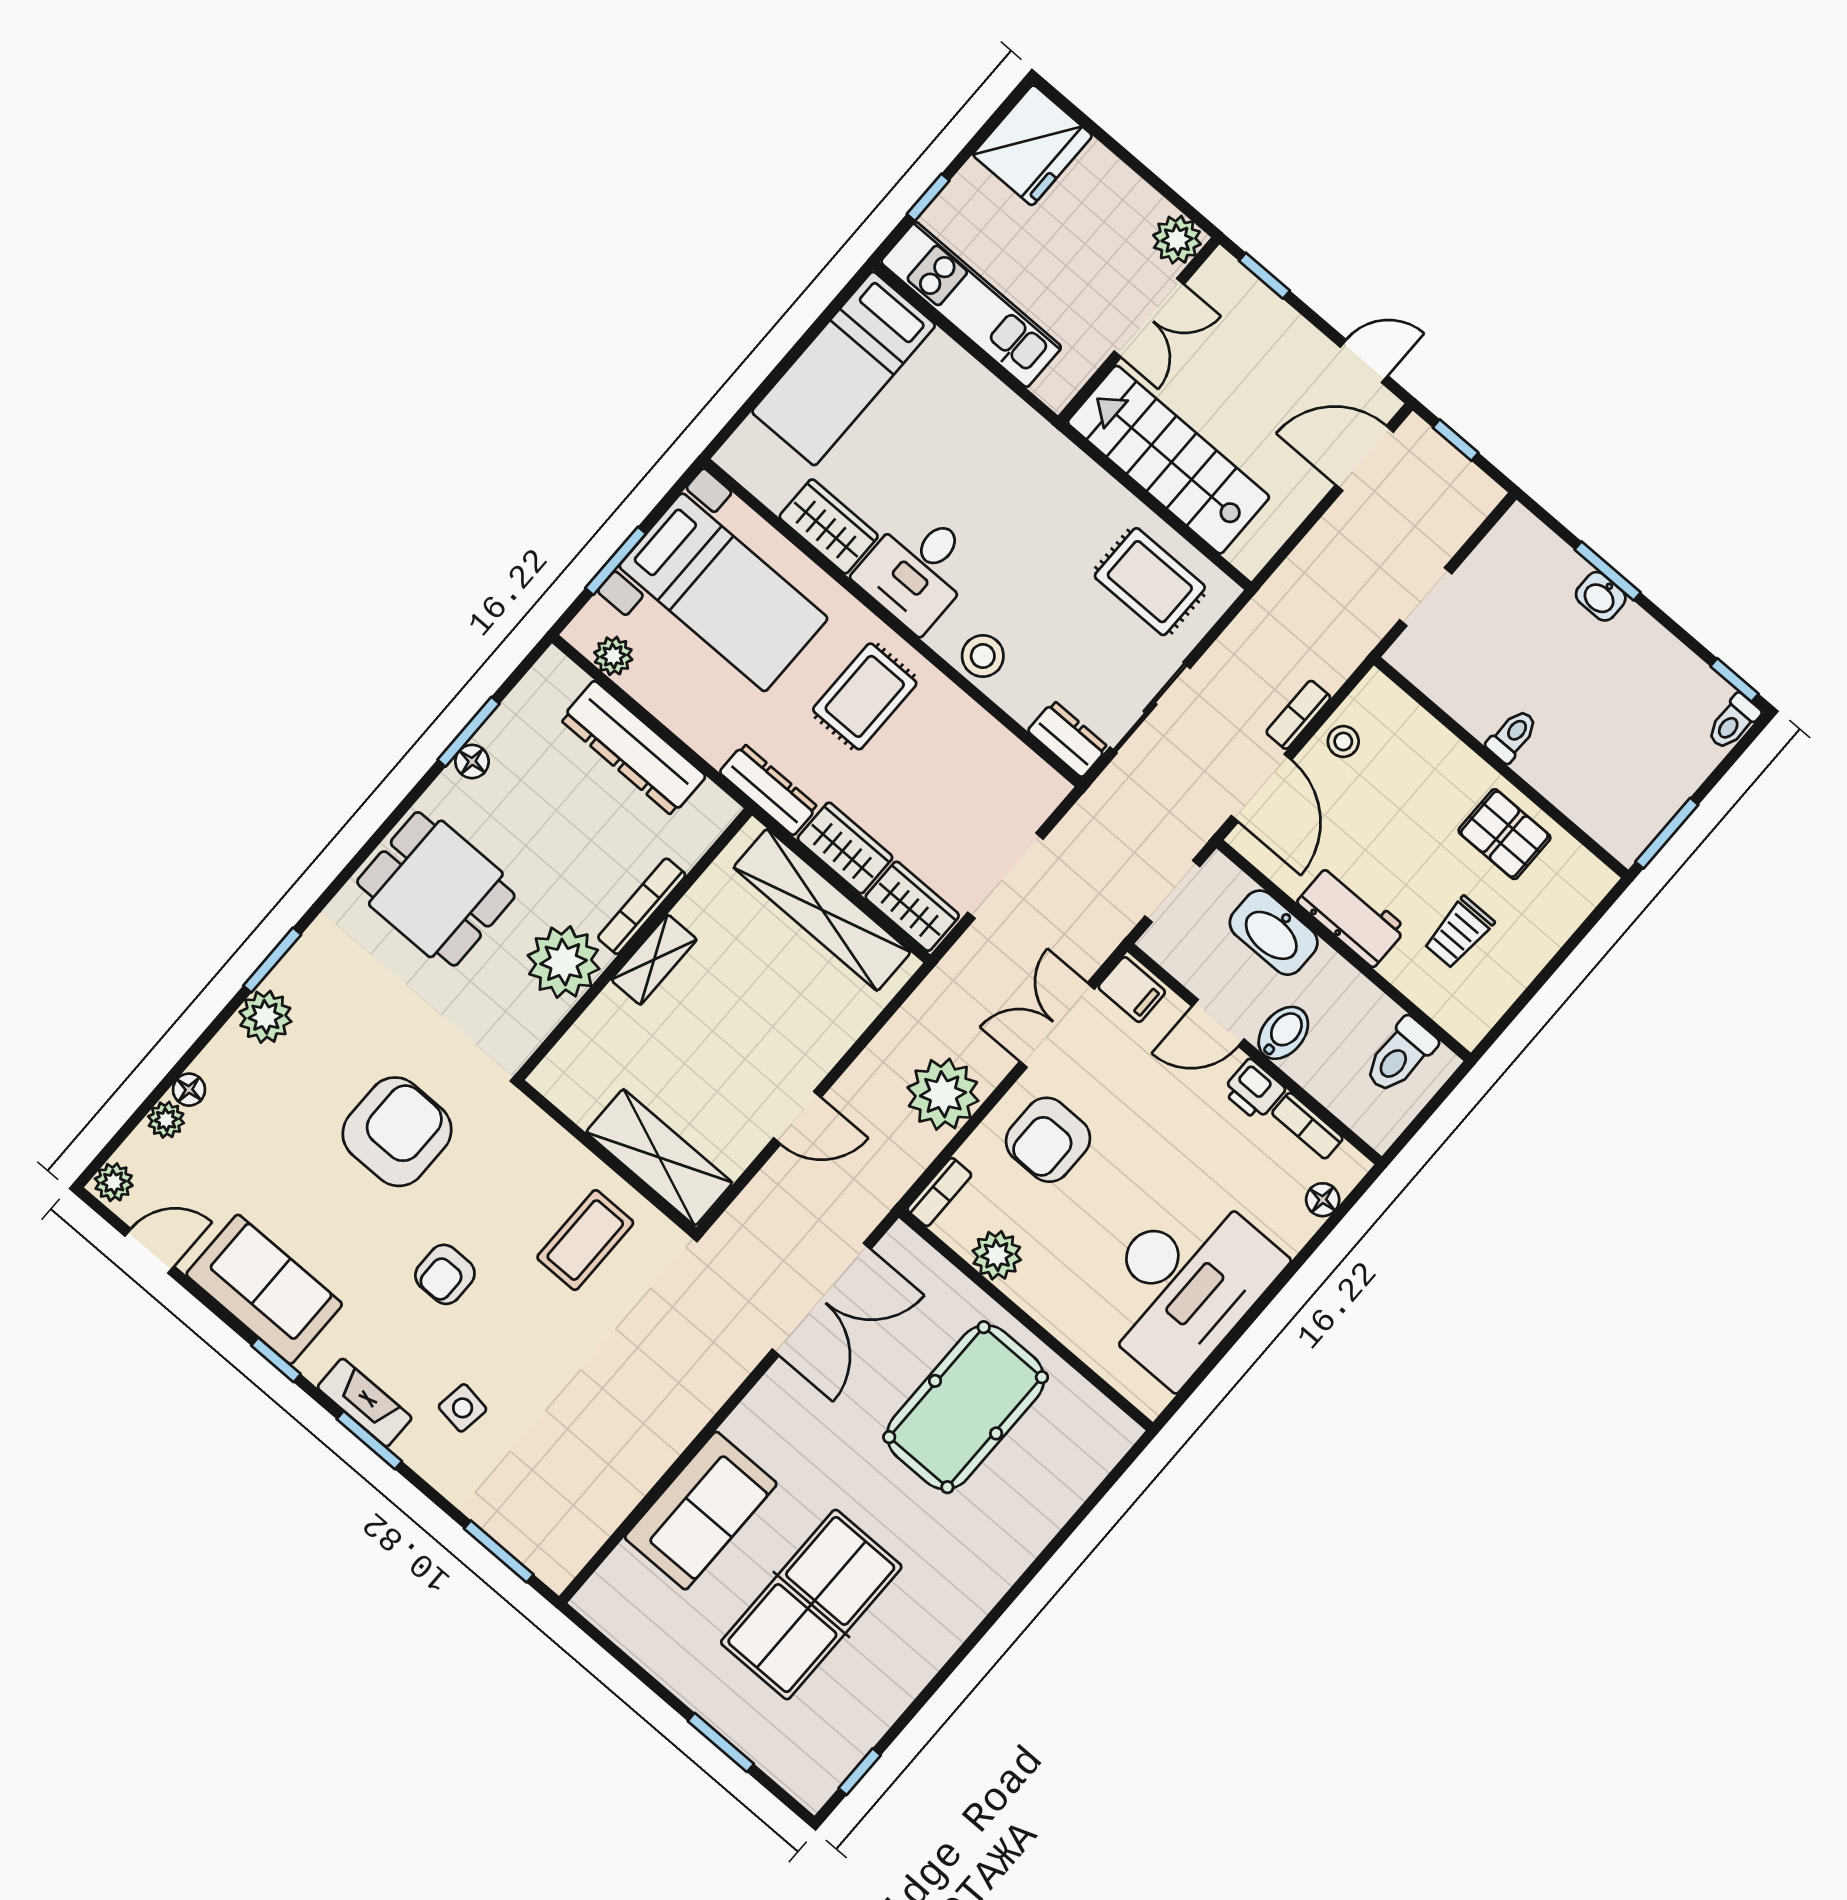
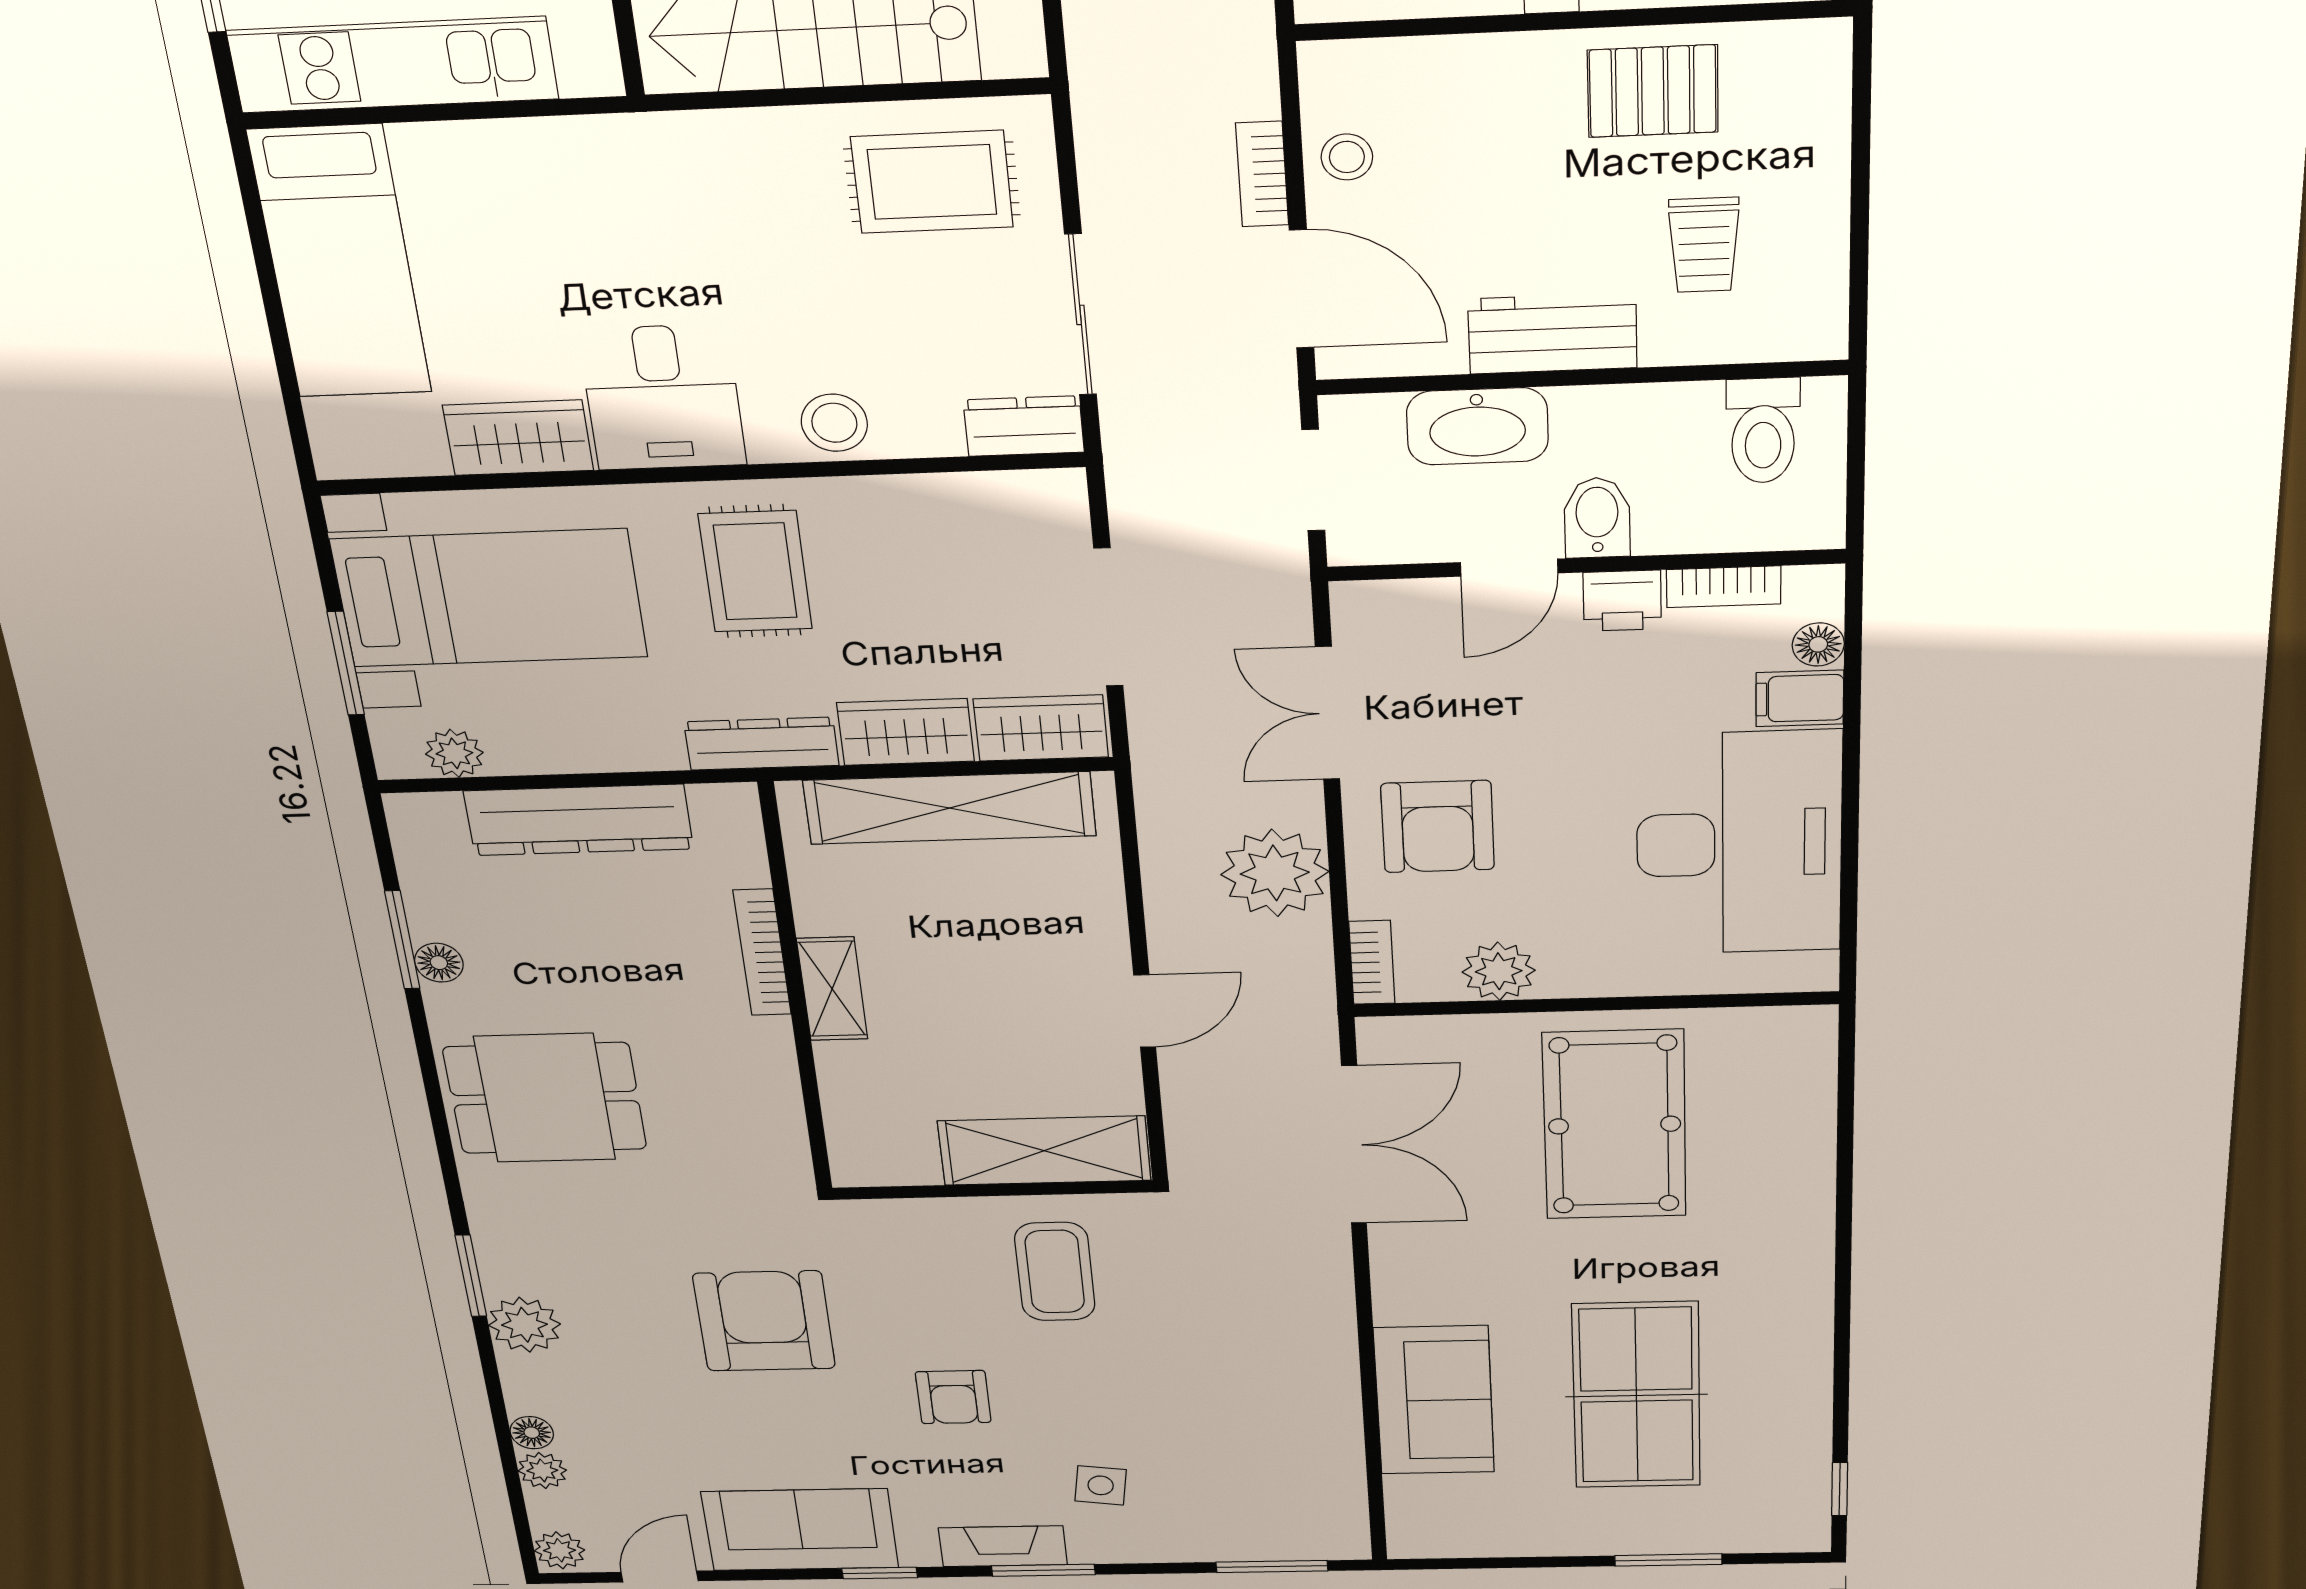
plant: (564, 962) -> (746, 1061), removed
filing cabinet: (1132, 990) -> (1800, 698), moved, turned 180

